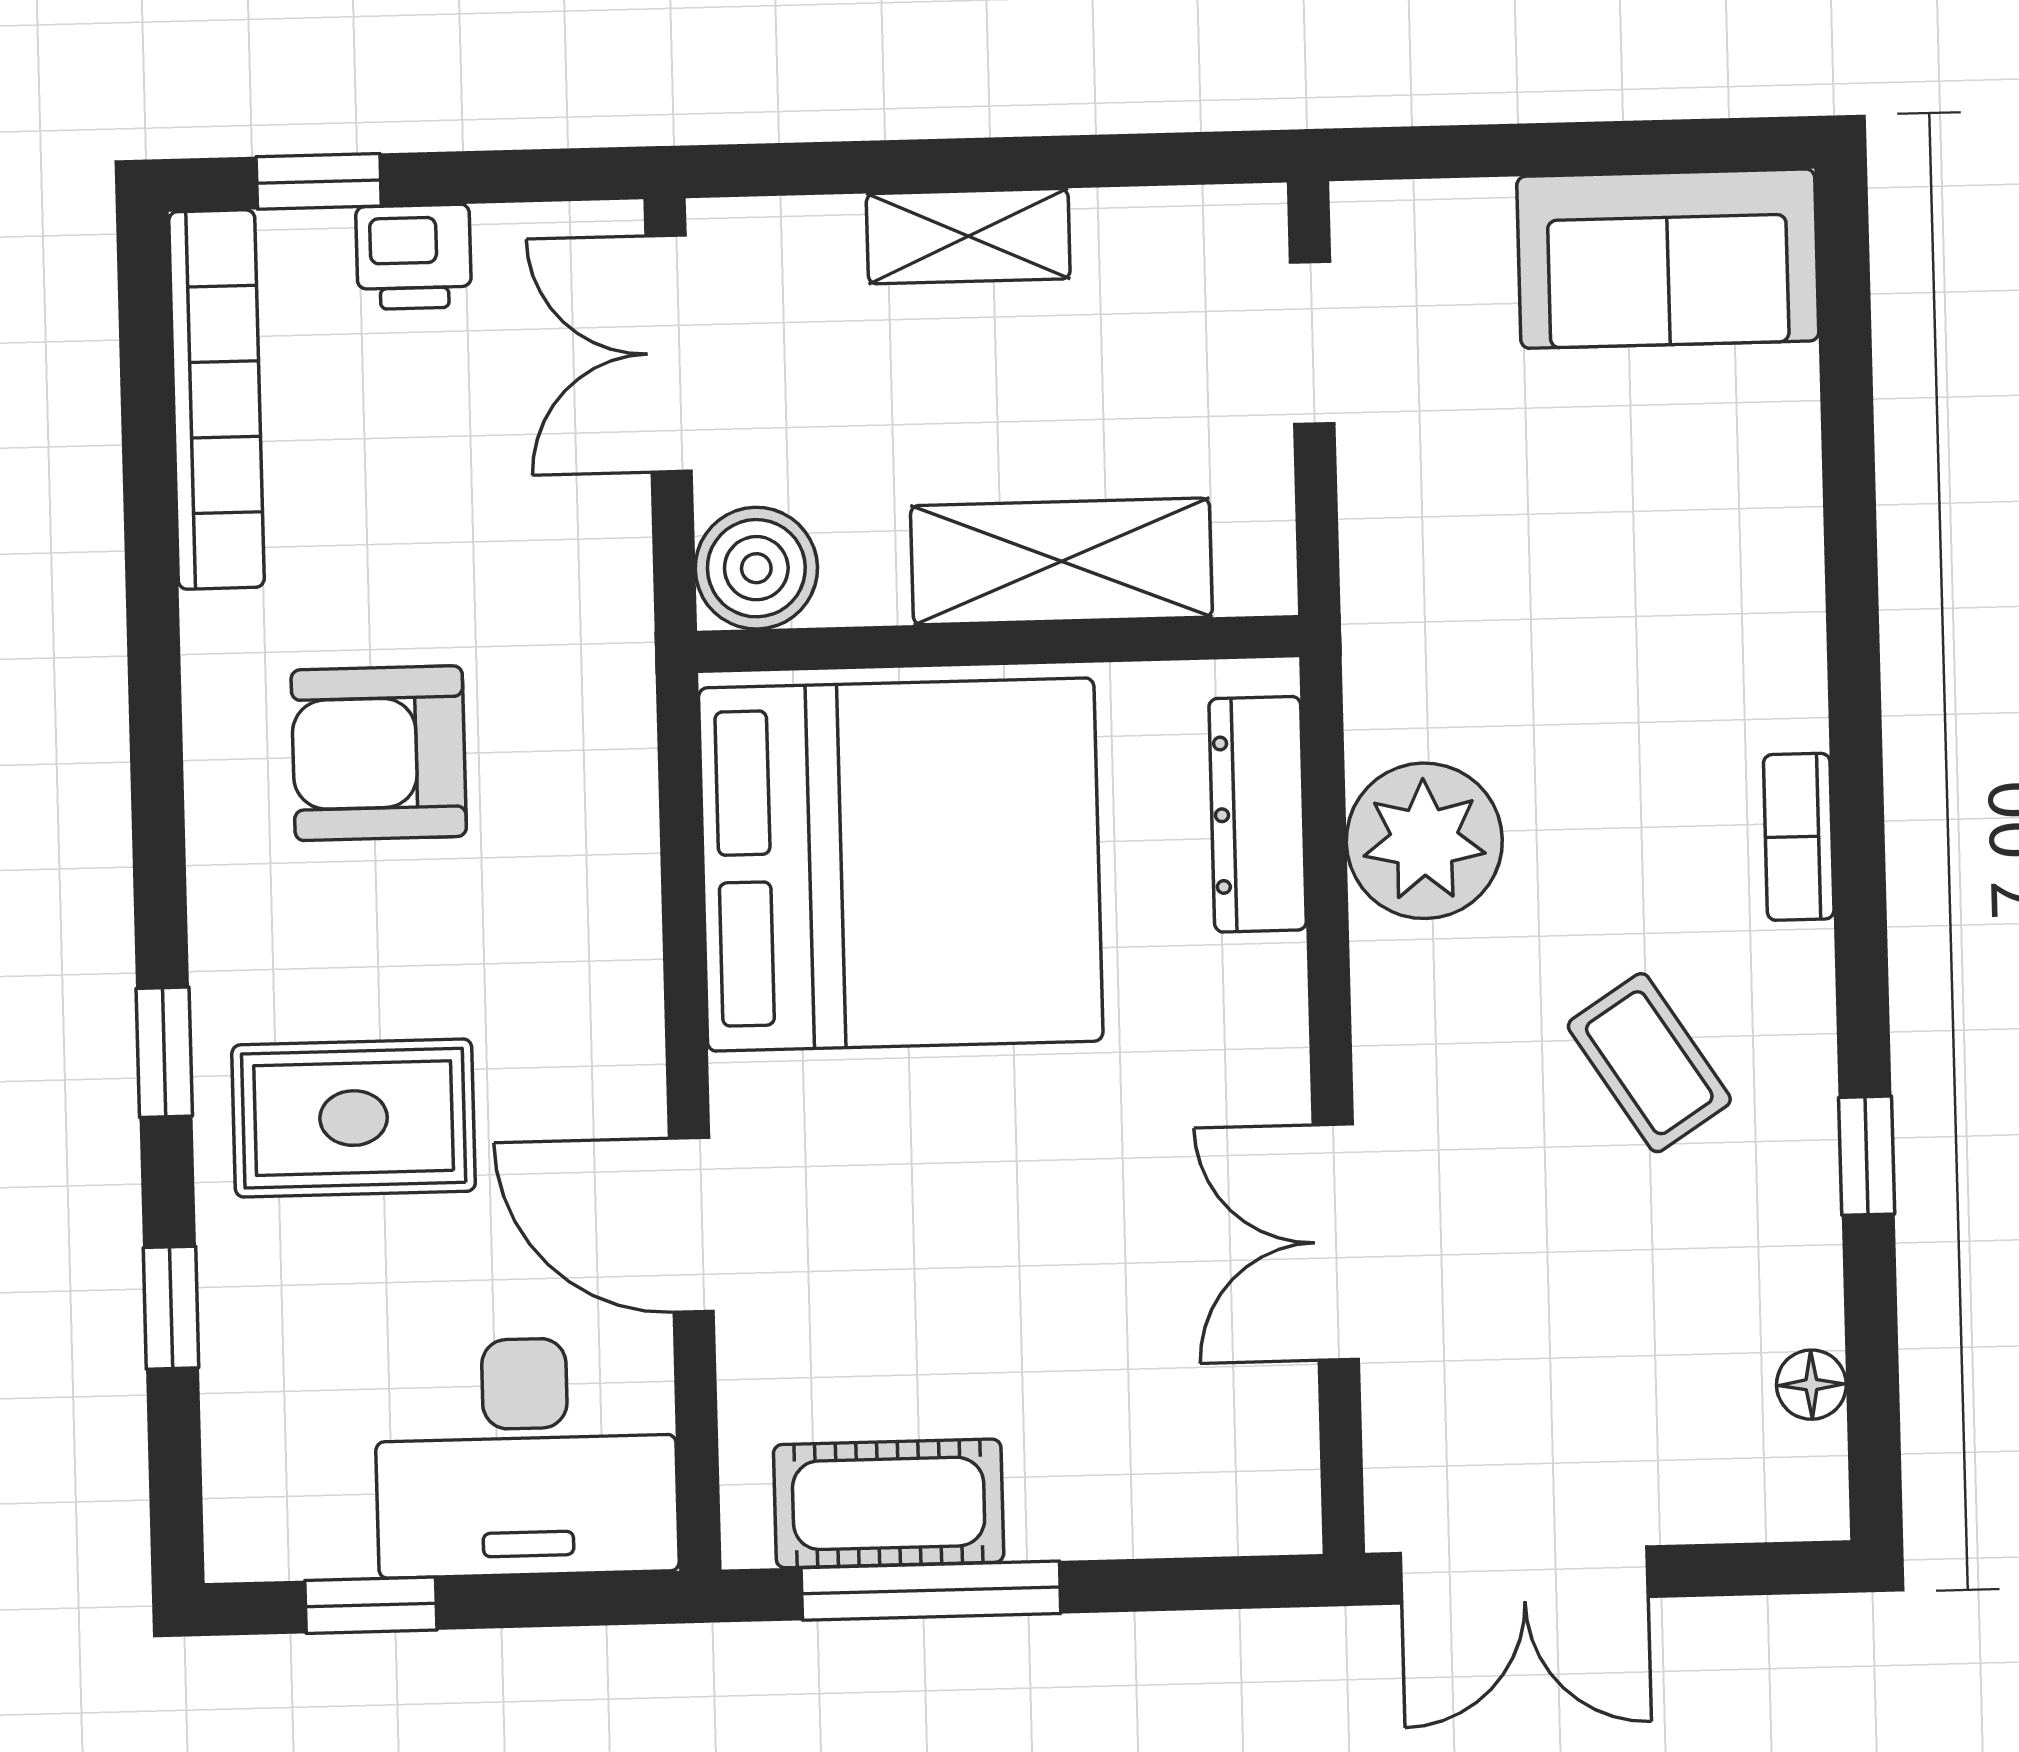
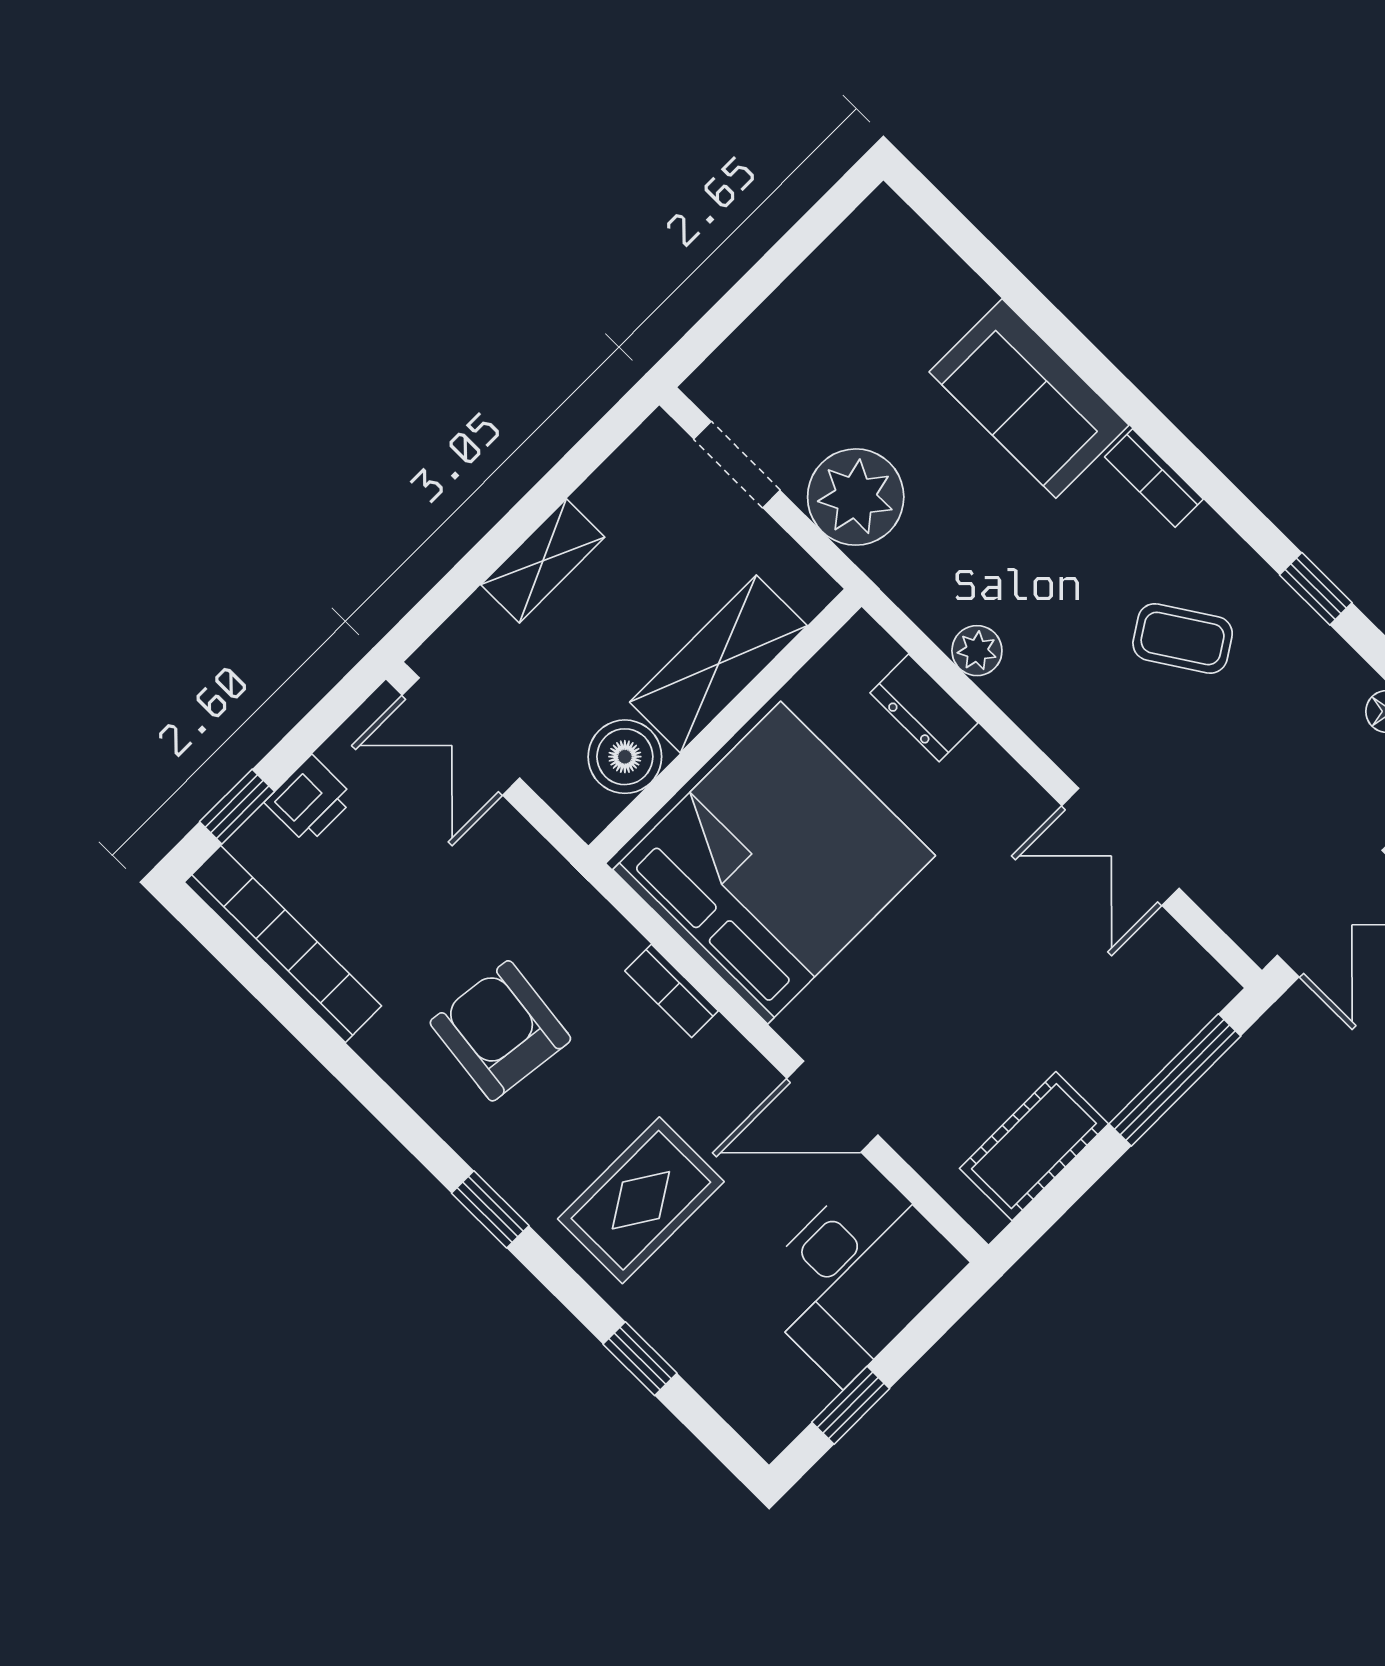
sofa: (1668, 259) -> (1029, 398), moved, turned 90
plant: (1418, 518) -> (856, 497), added
boiler: (756, 568) -> (625, 757), moved
armchair: (379, 753) -> (500, 1031), turned 97
dresser: (1258, 814) -> (924, 708), width x0.70
plant: (1424, 841) -> (977, 651), width x0.53, depth x0.53
bookcase: (630, 901) -> (672, 991), added
window: (164, 1052) -> (490, 1209), moved
window: (931, 1591) -> (1175, 1080), moved

